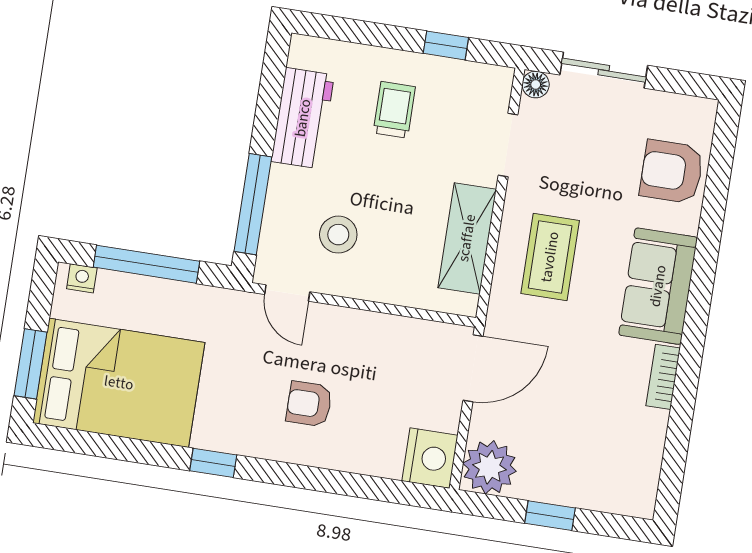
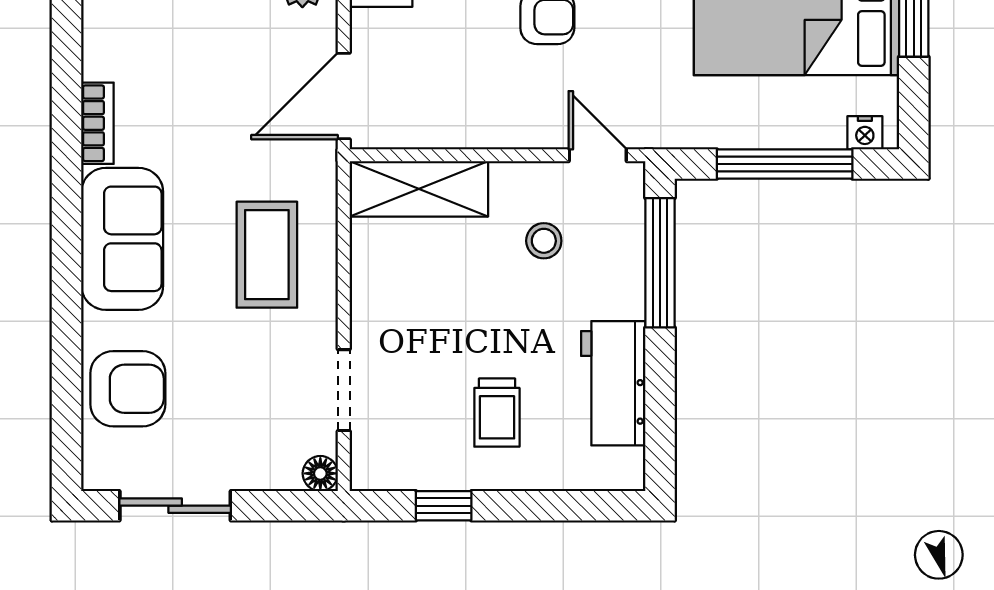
sliding door: (604, 70) -> (175, 506), moved
stool: (338, 235) -> (544, 241), width x0.73, depth x0.73
shelving: (467, 238) -> (419, 189), moved, turned 90

